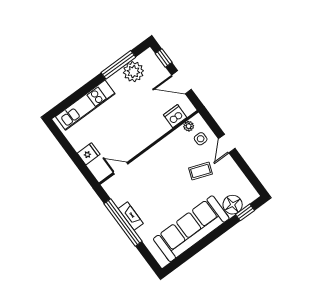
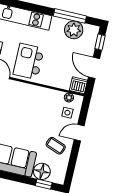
dishwasher: (175, 116) -> (78, 85), moved
kitchen island: (127, 134) -> (29, 61), added
coffee table: (200, 171) -> (56, 146), moved

